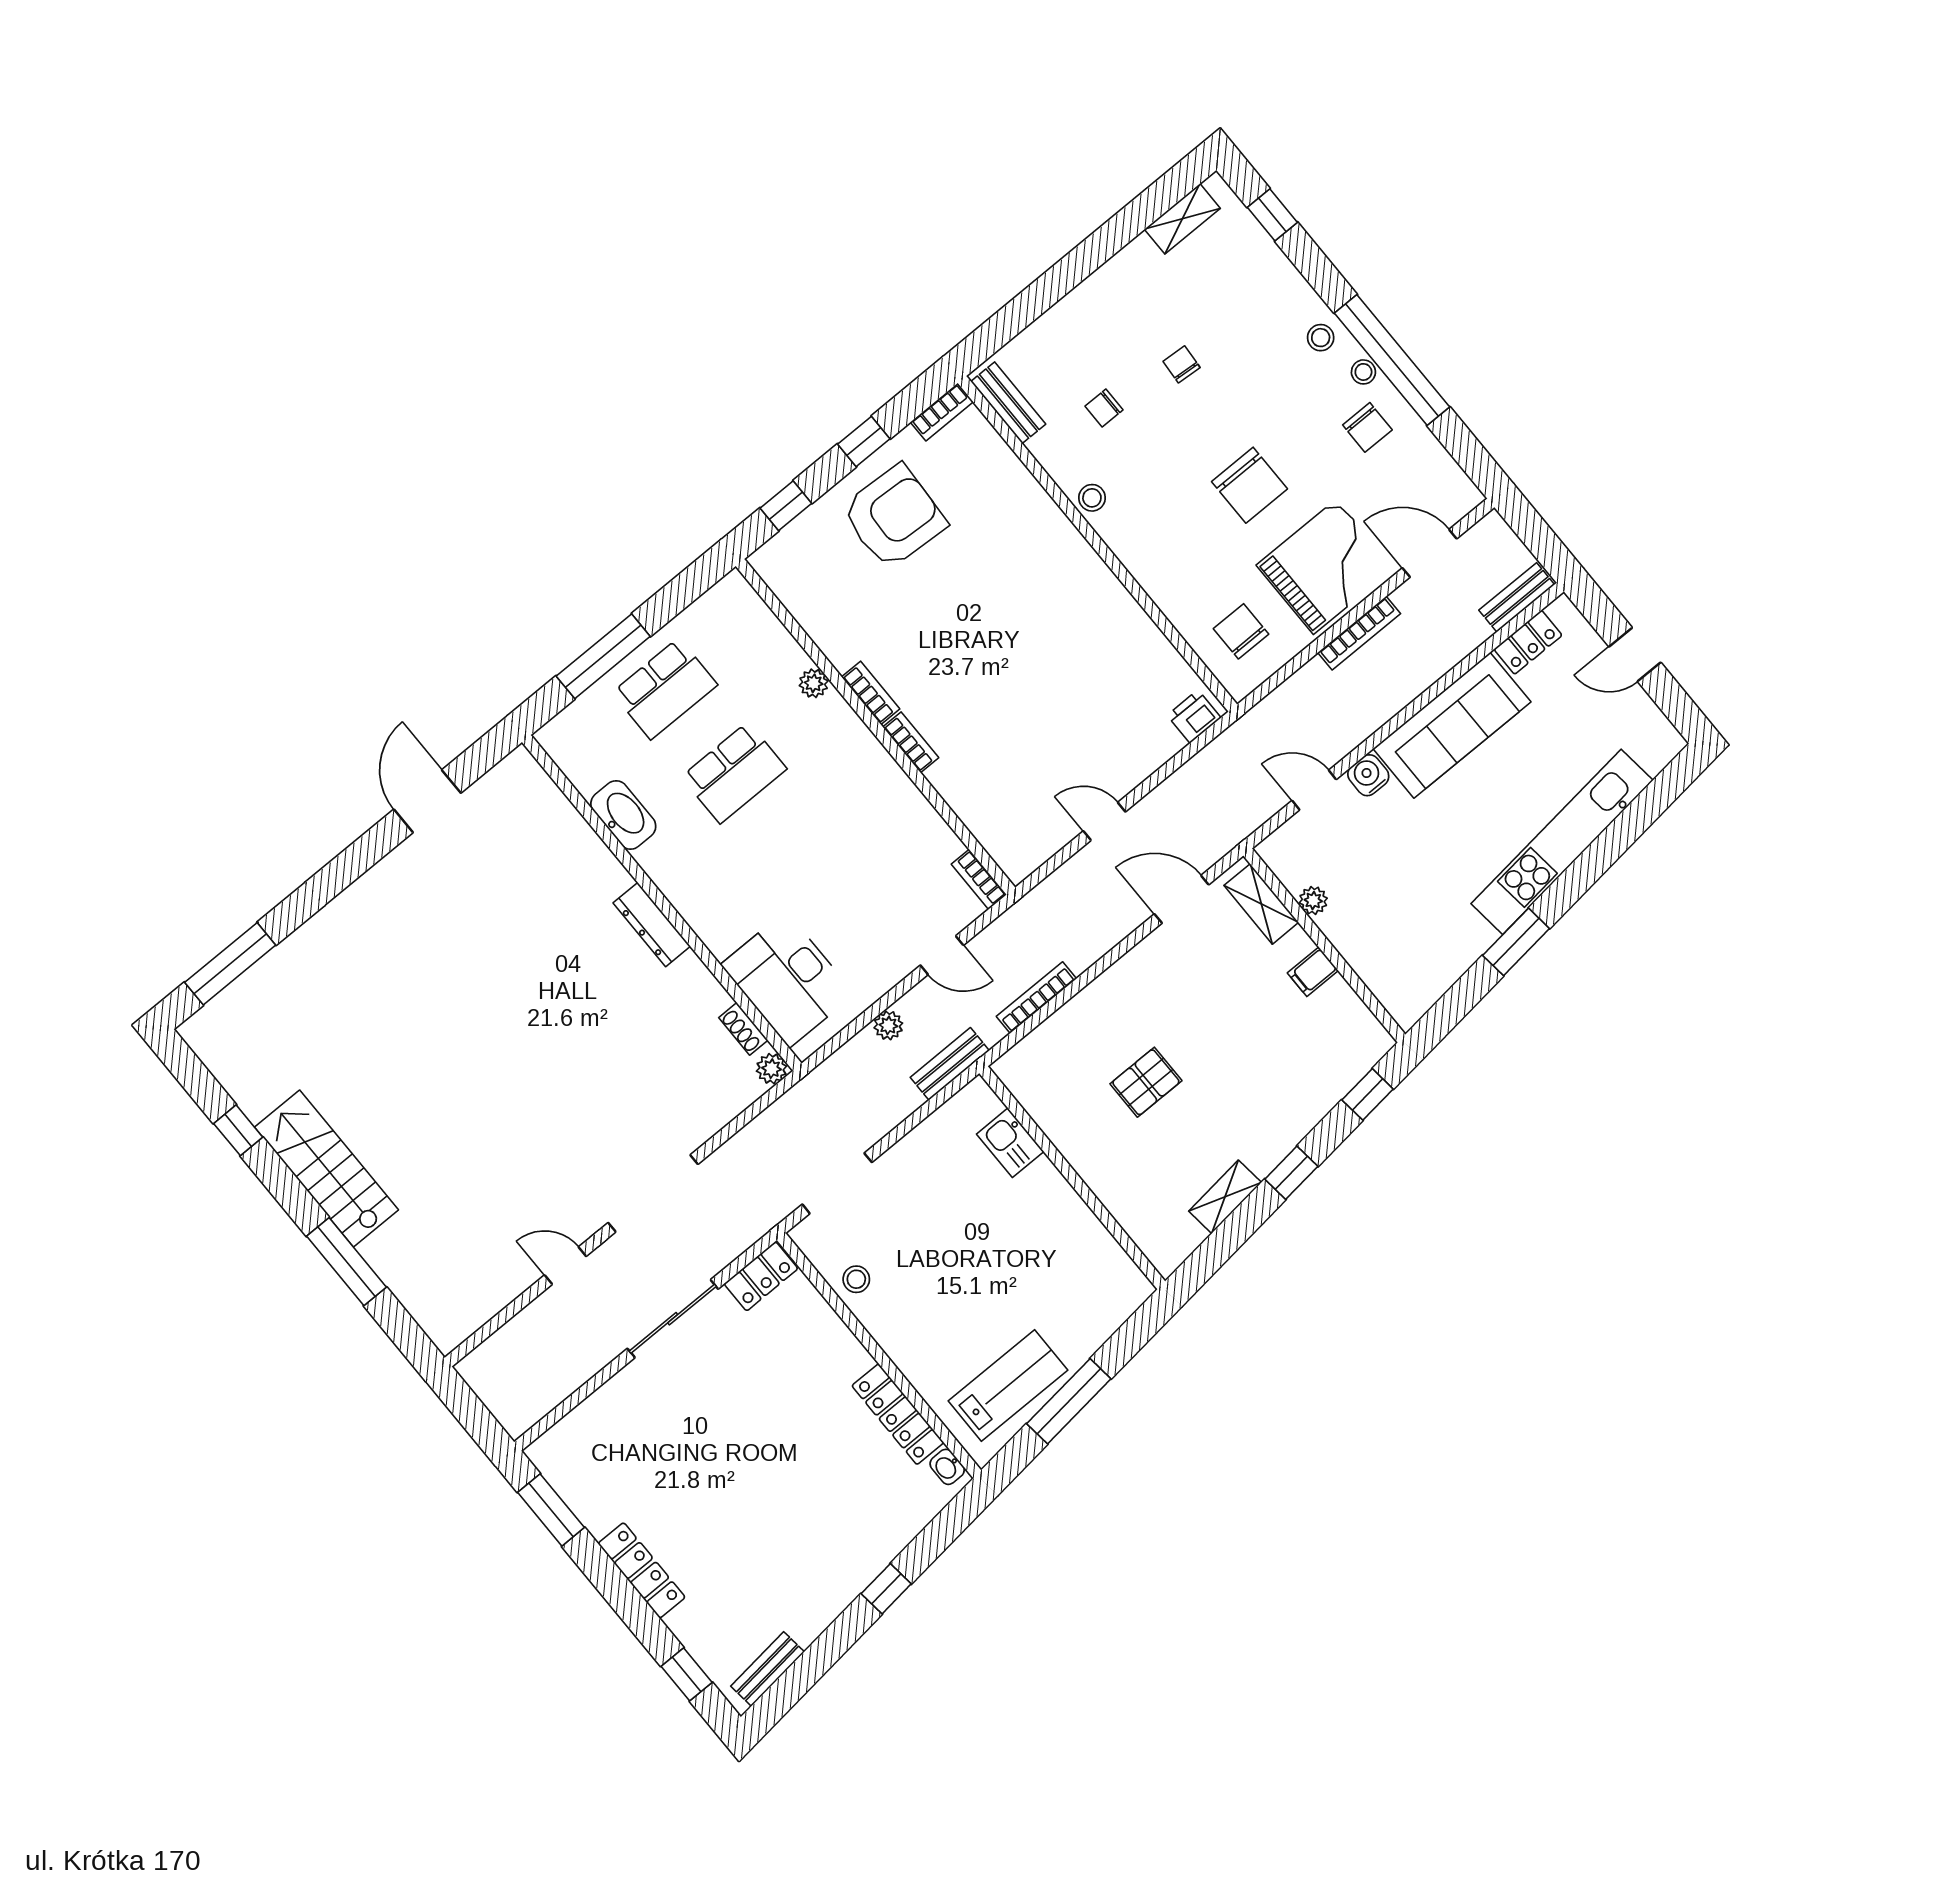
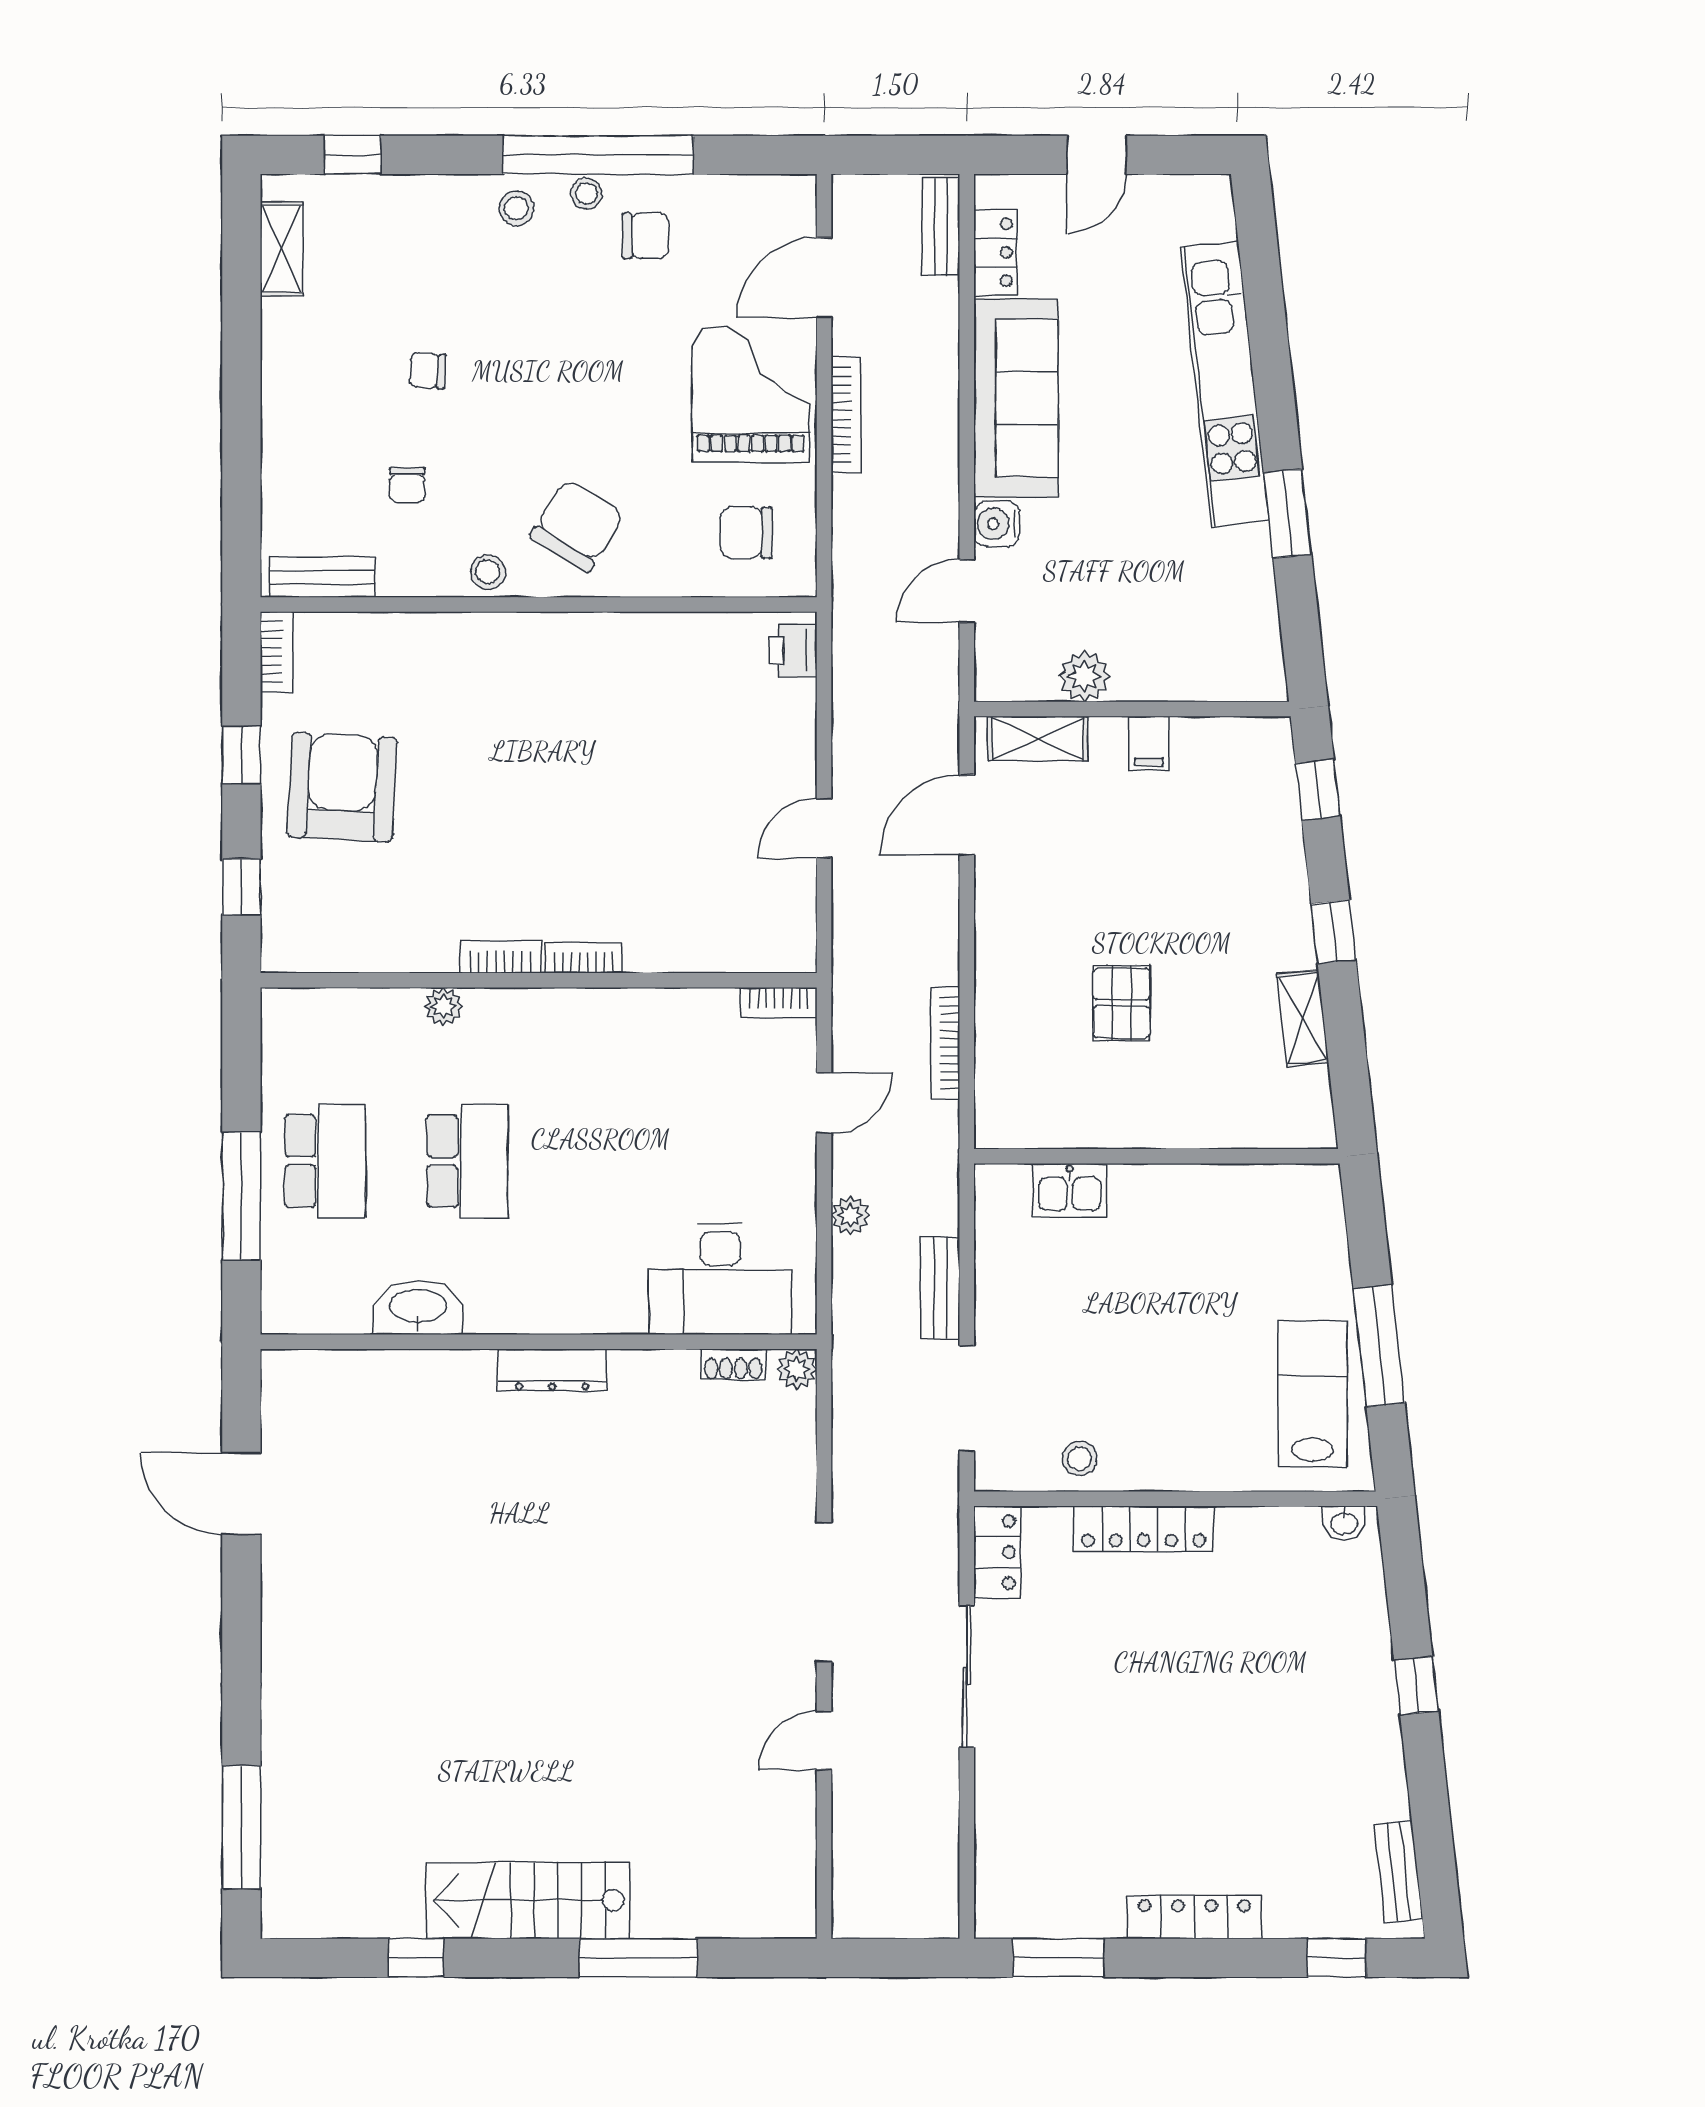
chair: (1250, 485) -> (577, 525), moved, turned -58
plant: (1313, 901) -> (1084, 676), width x1.38, depth x1.38
bench: (950, 1064) -> (940, 1288), moved
locker: (898, 1414) -> (1143, 1529), moved

